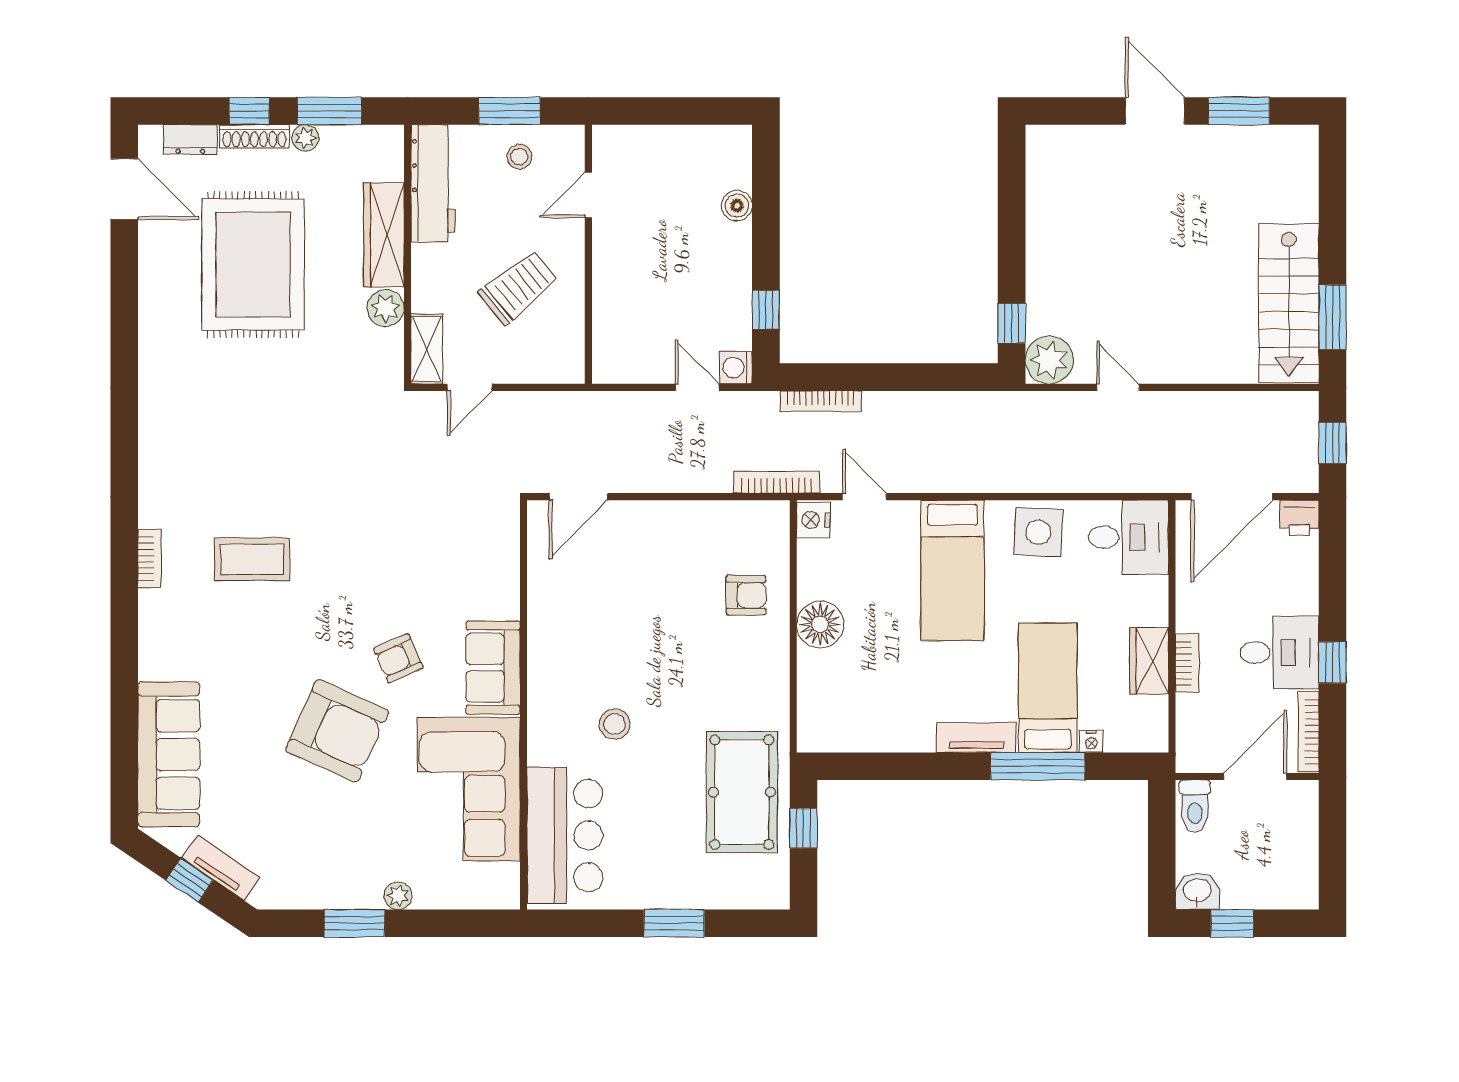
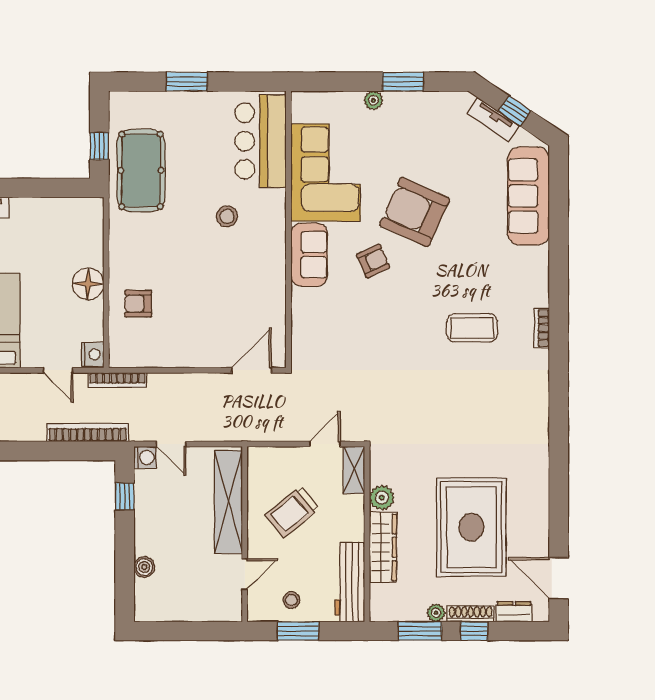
shelving: (613, 302) -> (228, 502), added
bookcase: (821, 401) -> (88, 433), width x1.48, depth x1.31

